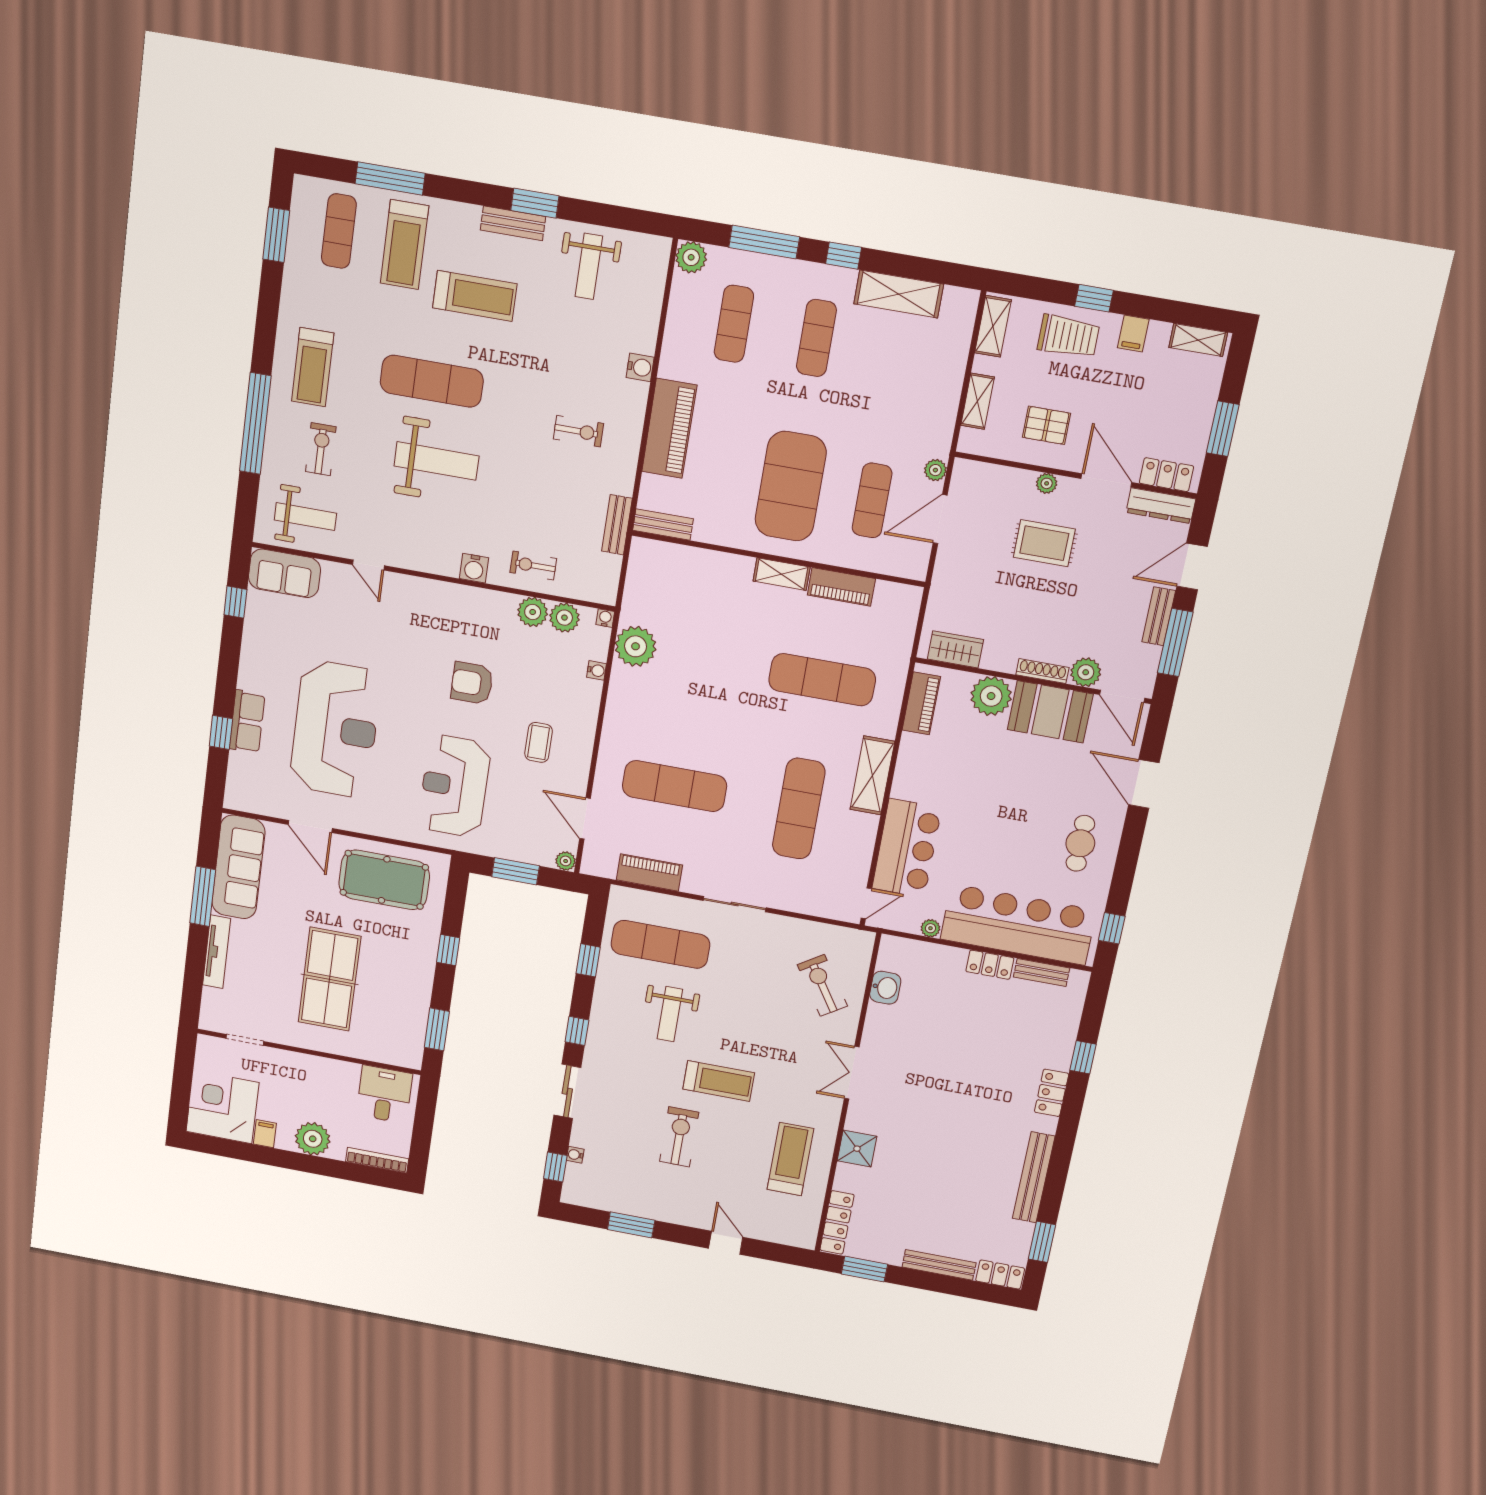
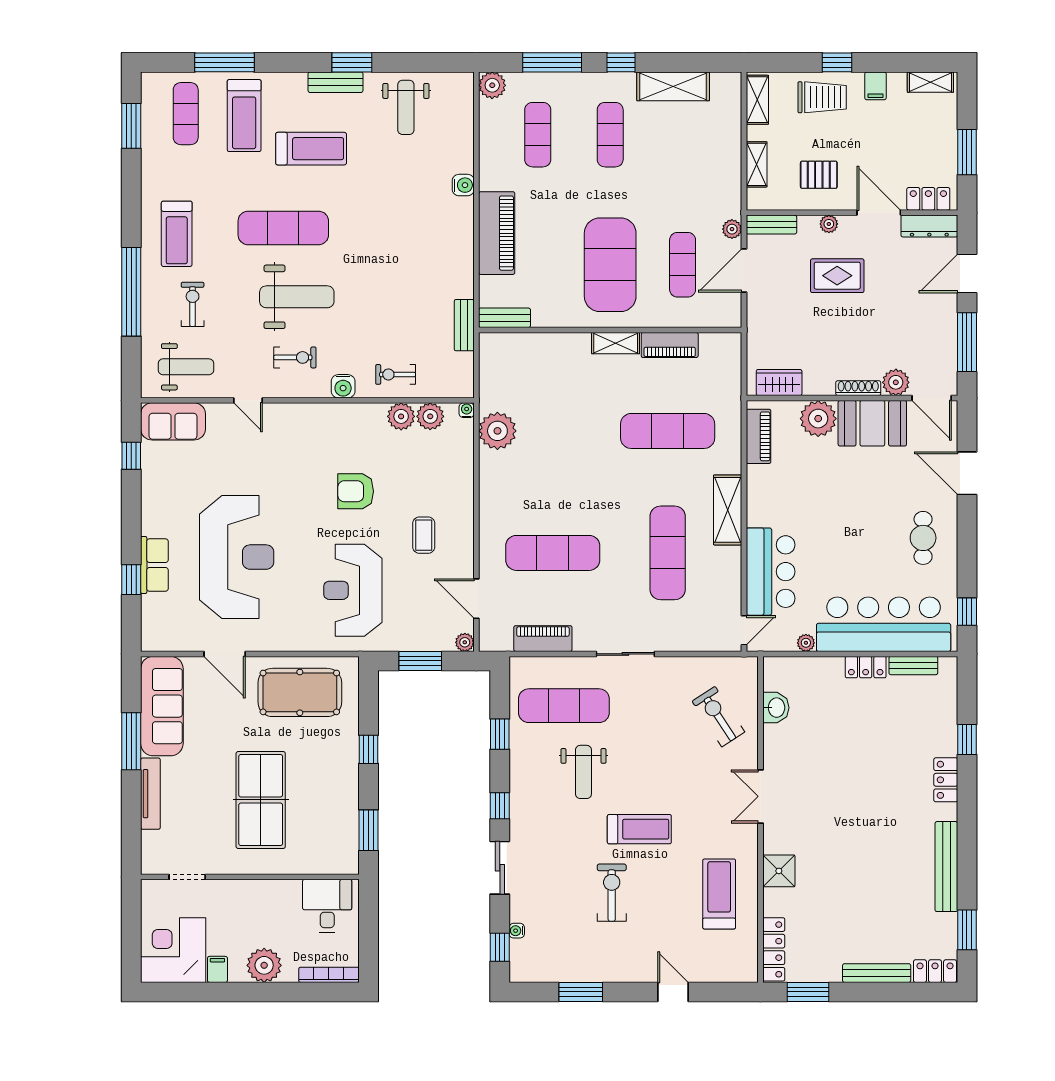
exercise bike: (578, 431) -> (295, 357), moved
bench: (1159, 616) -> (771, 225), moved, turned 90
water cooler: (597, 670) -> (466, 459), removed

